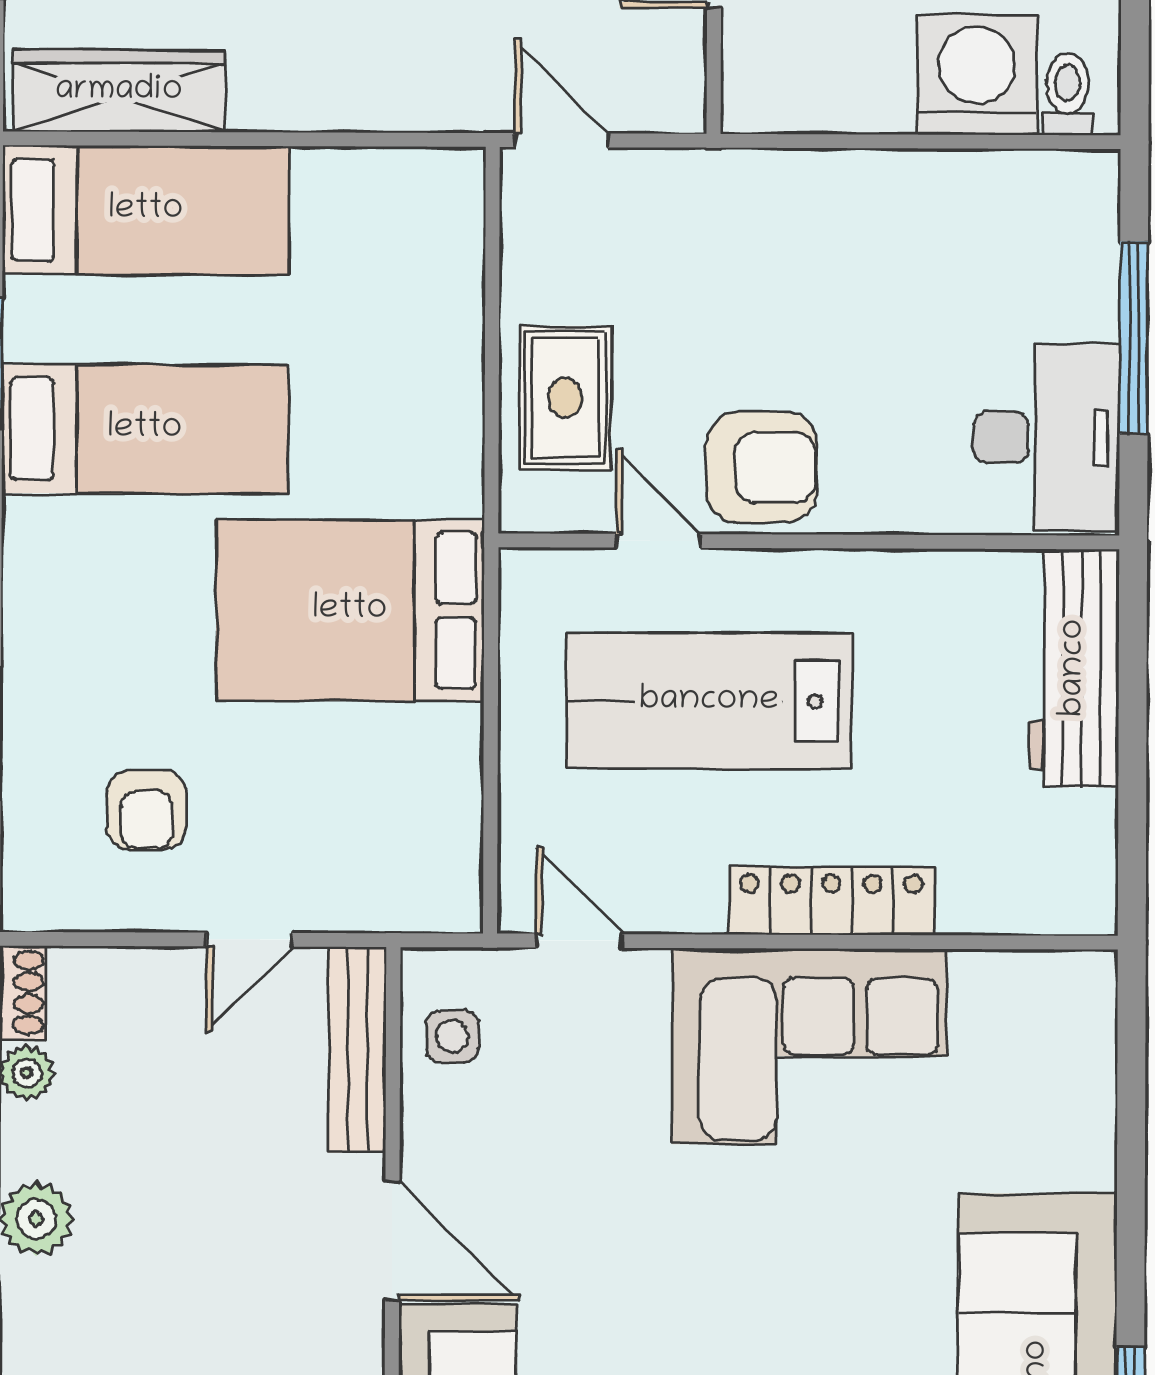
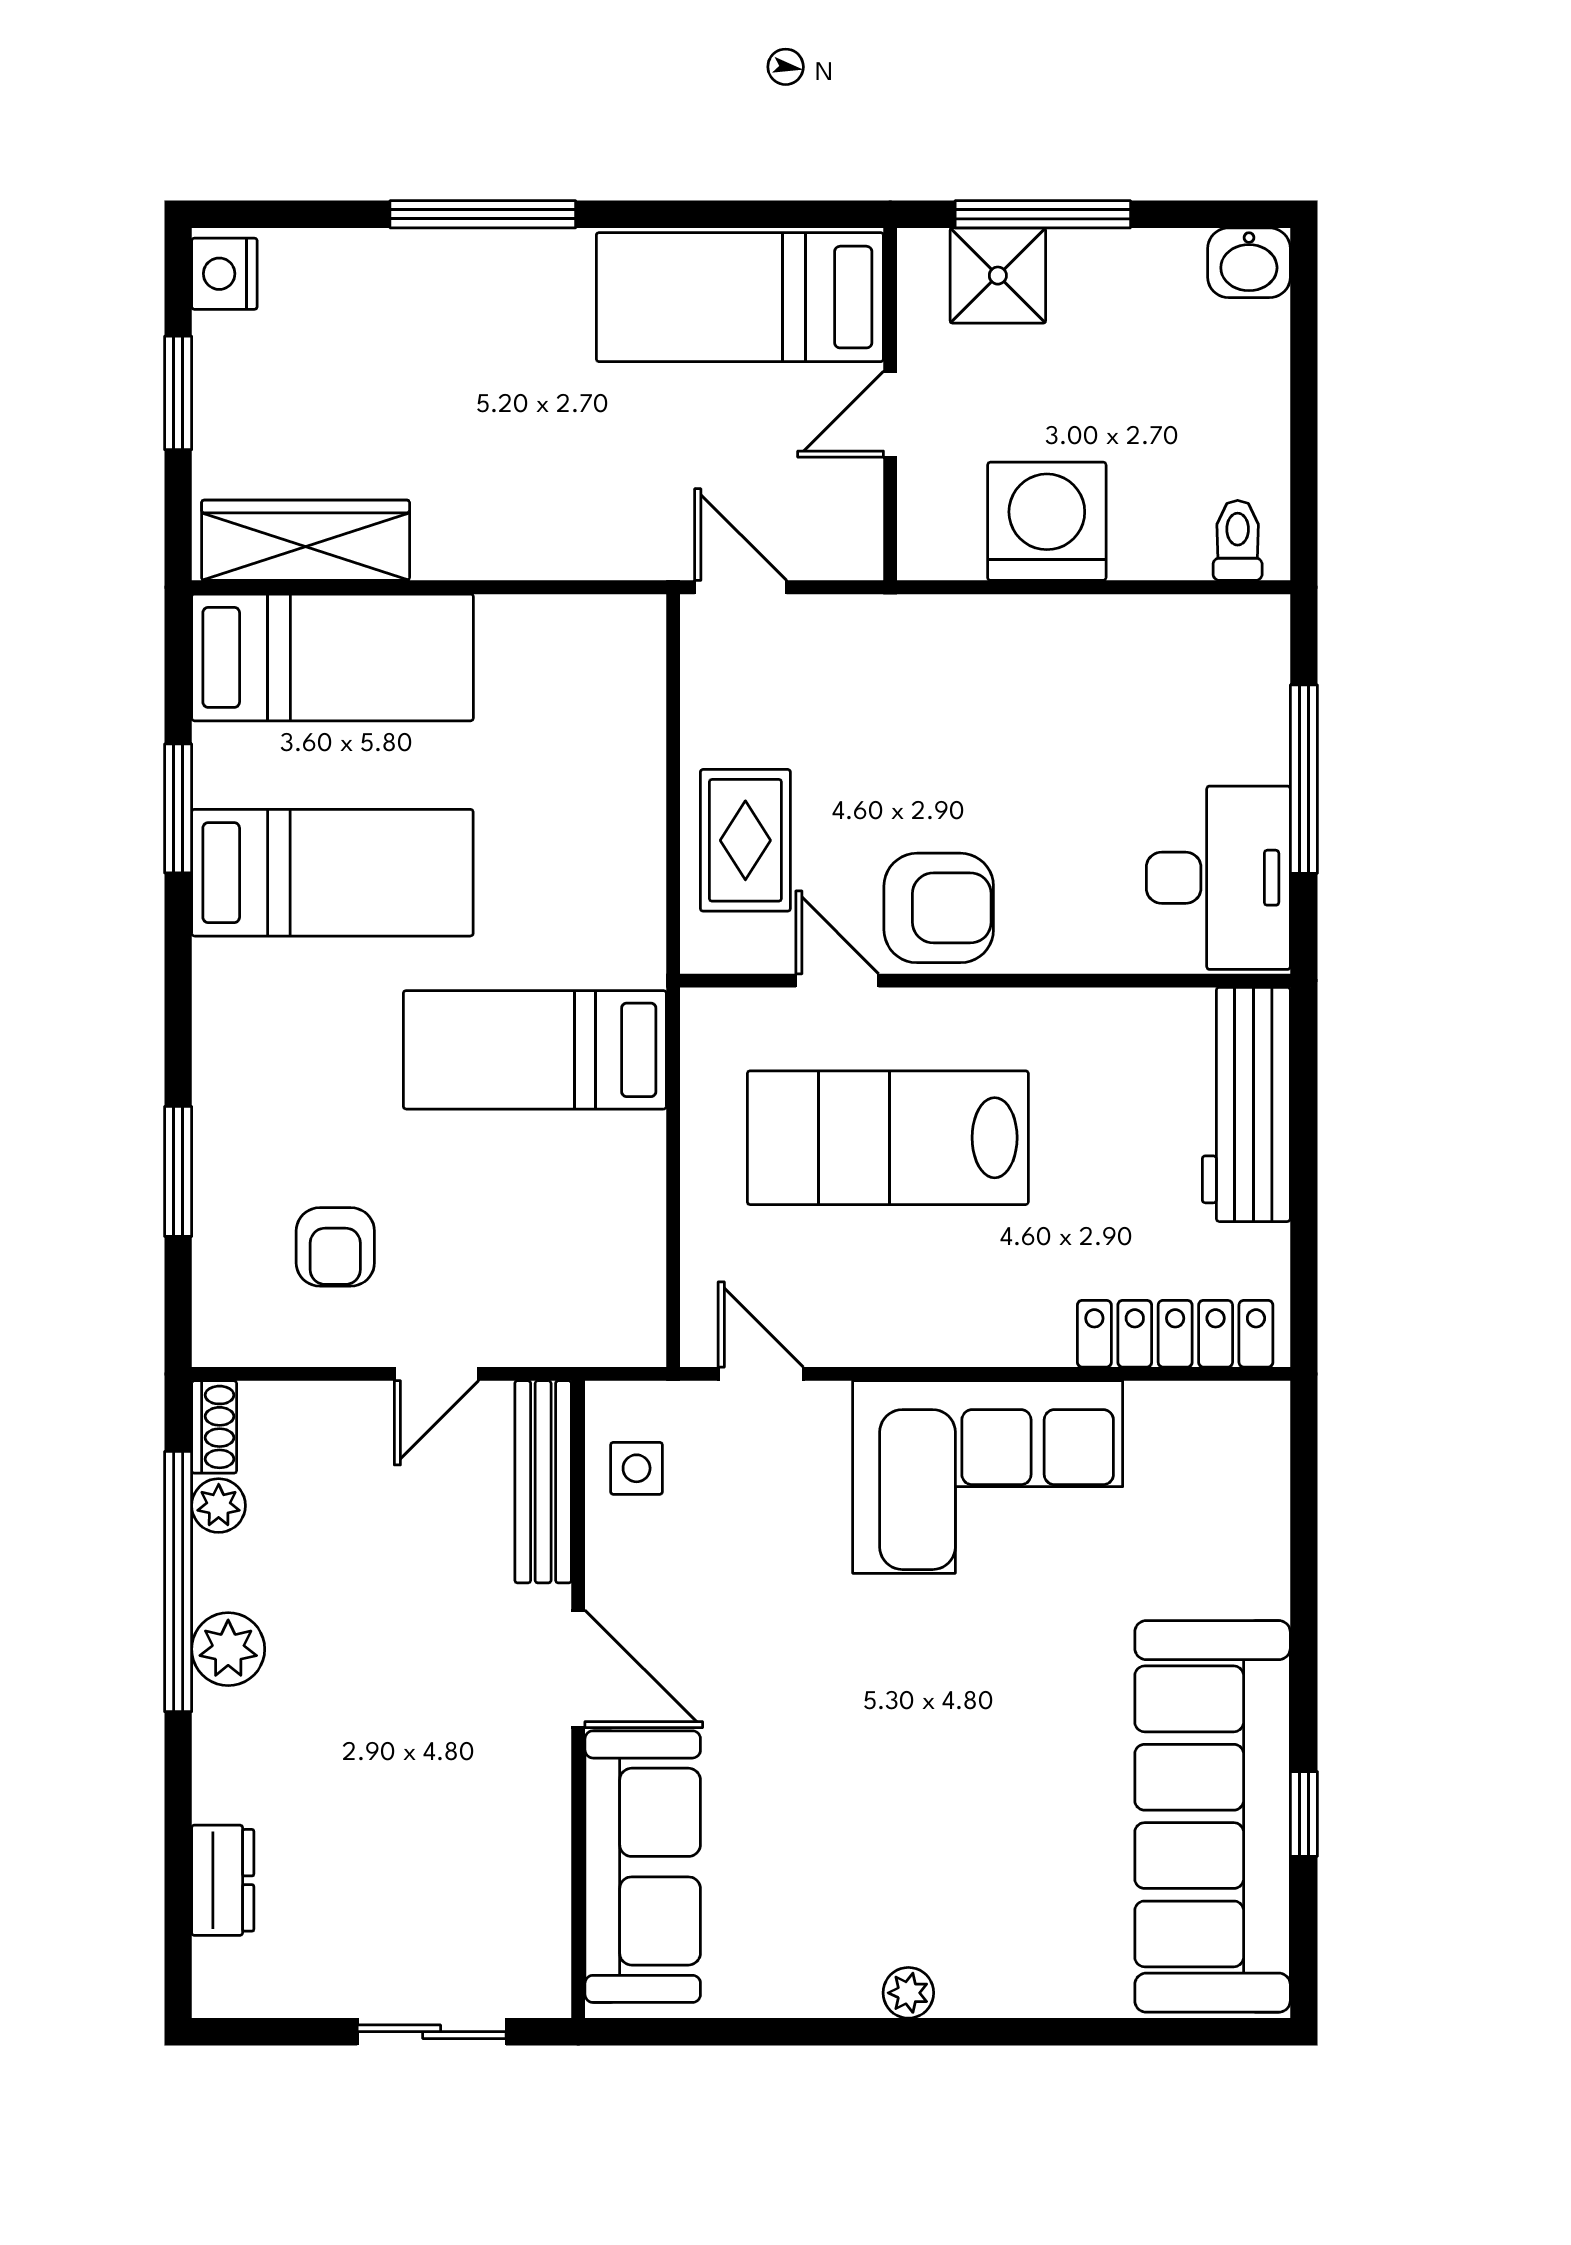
washing machine: (977, 75) -> (1047, 521), moved
bed: (350, 610) -> (535, 1050), width x0.67
locker: (831, 901) -> (1175, 1334), moved

